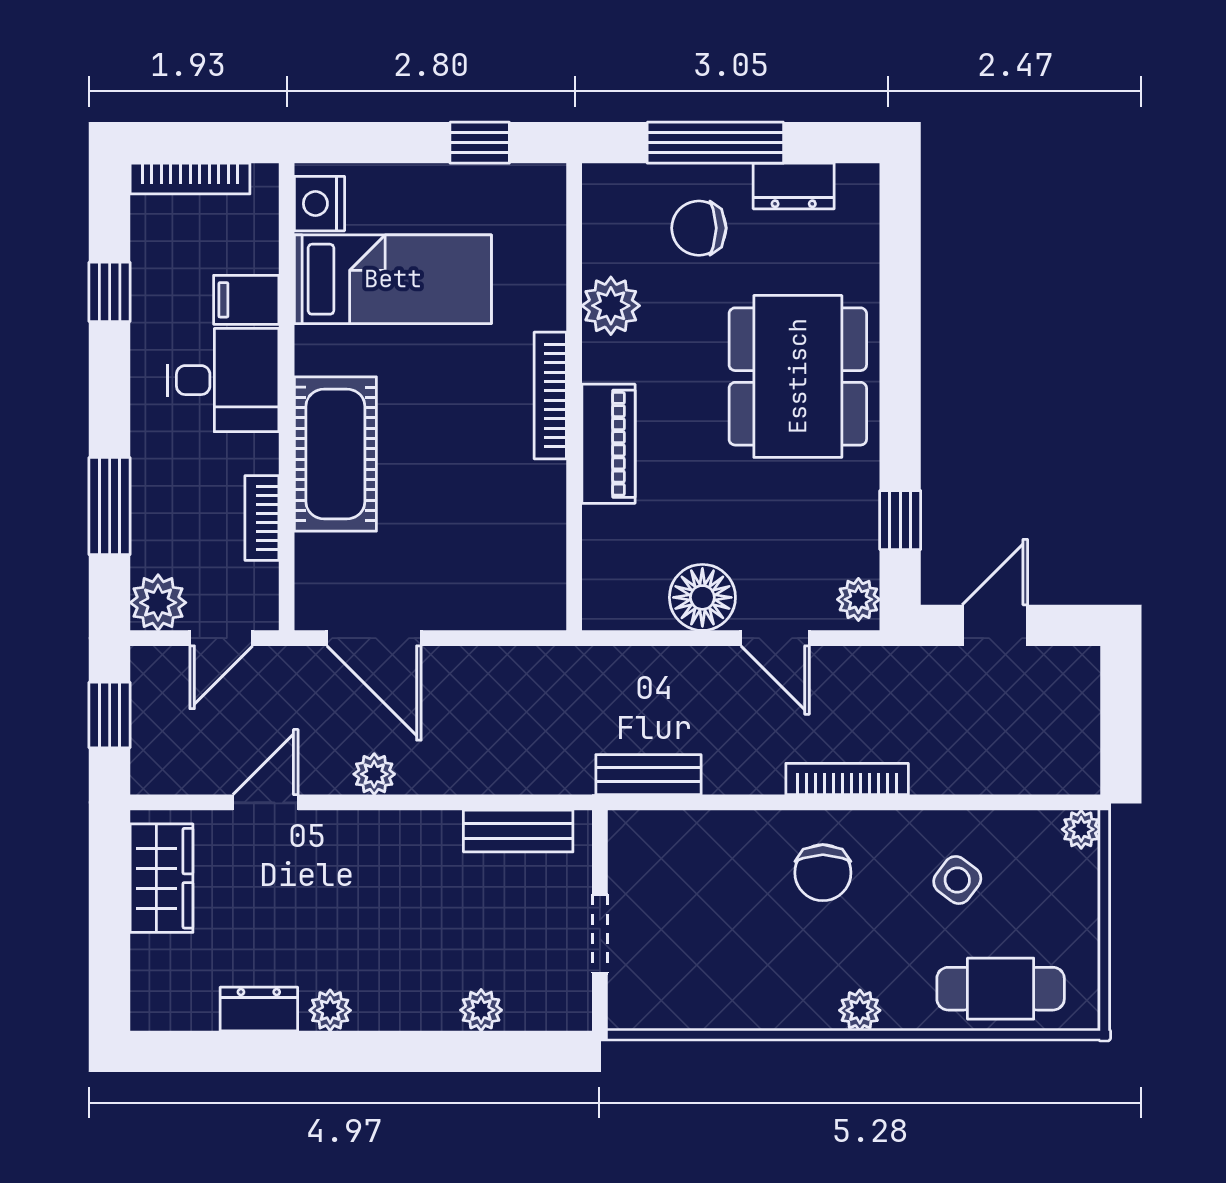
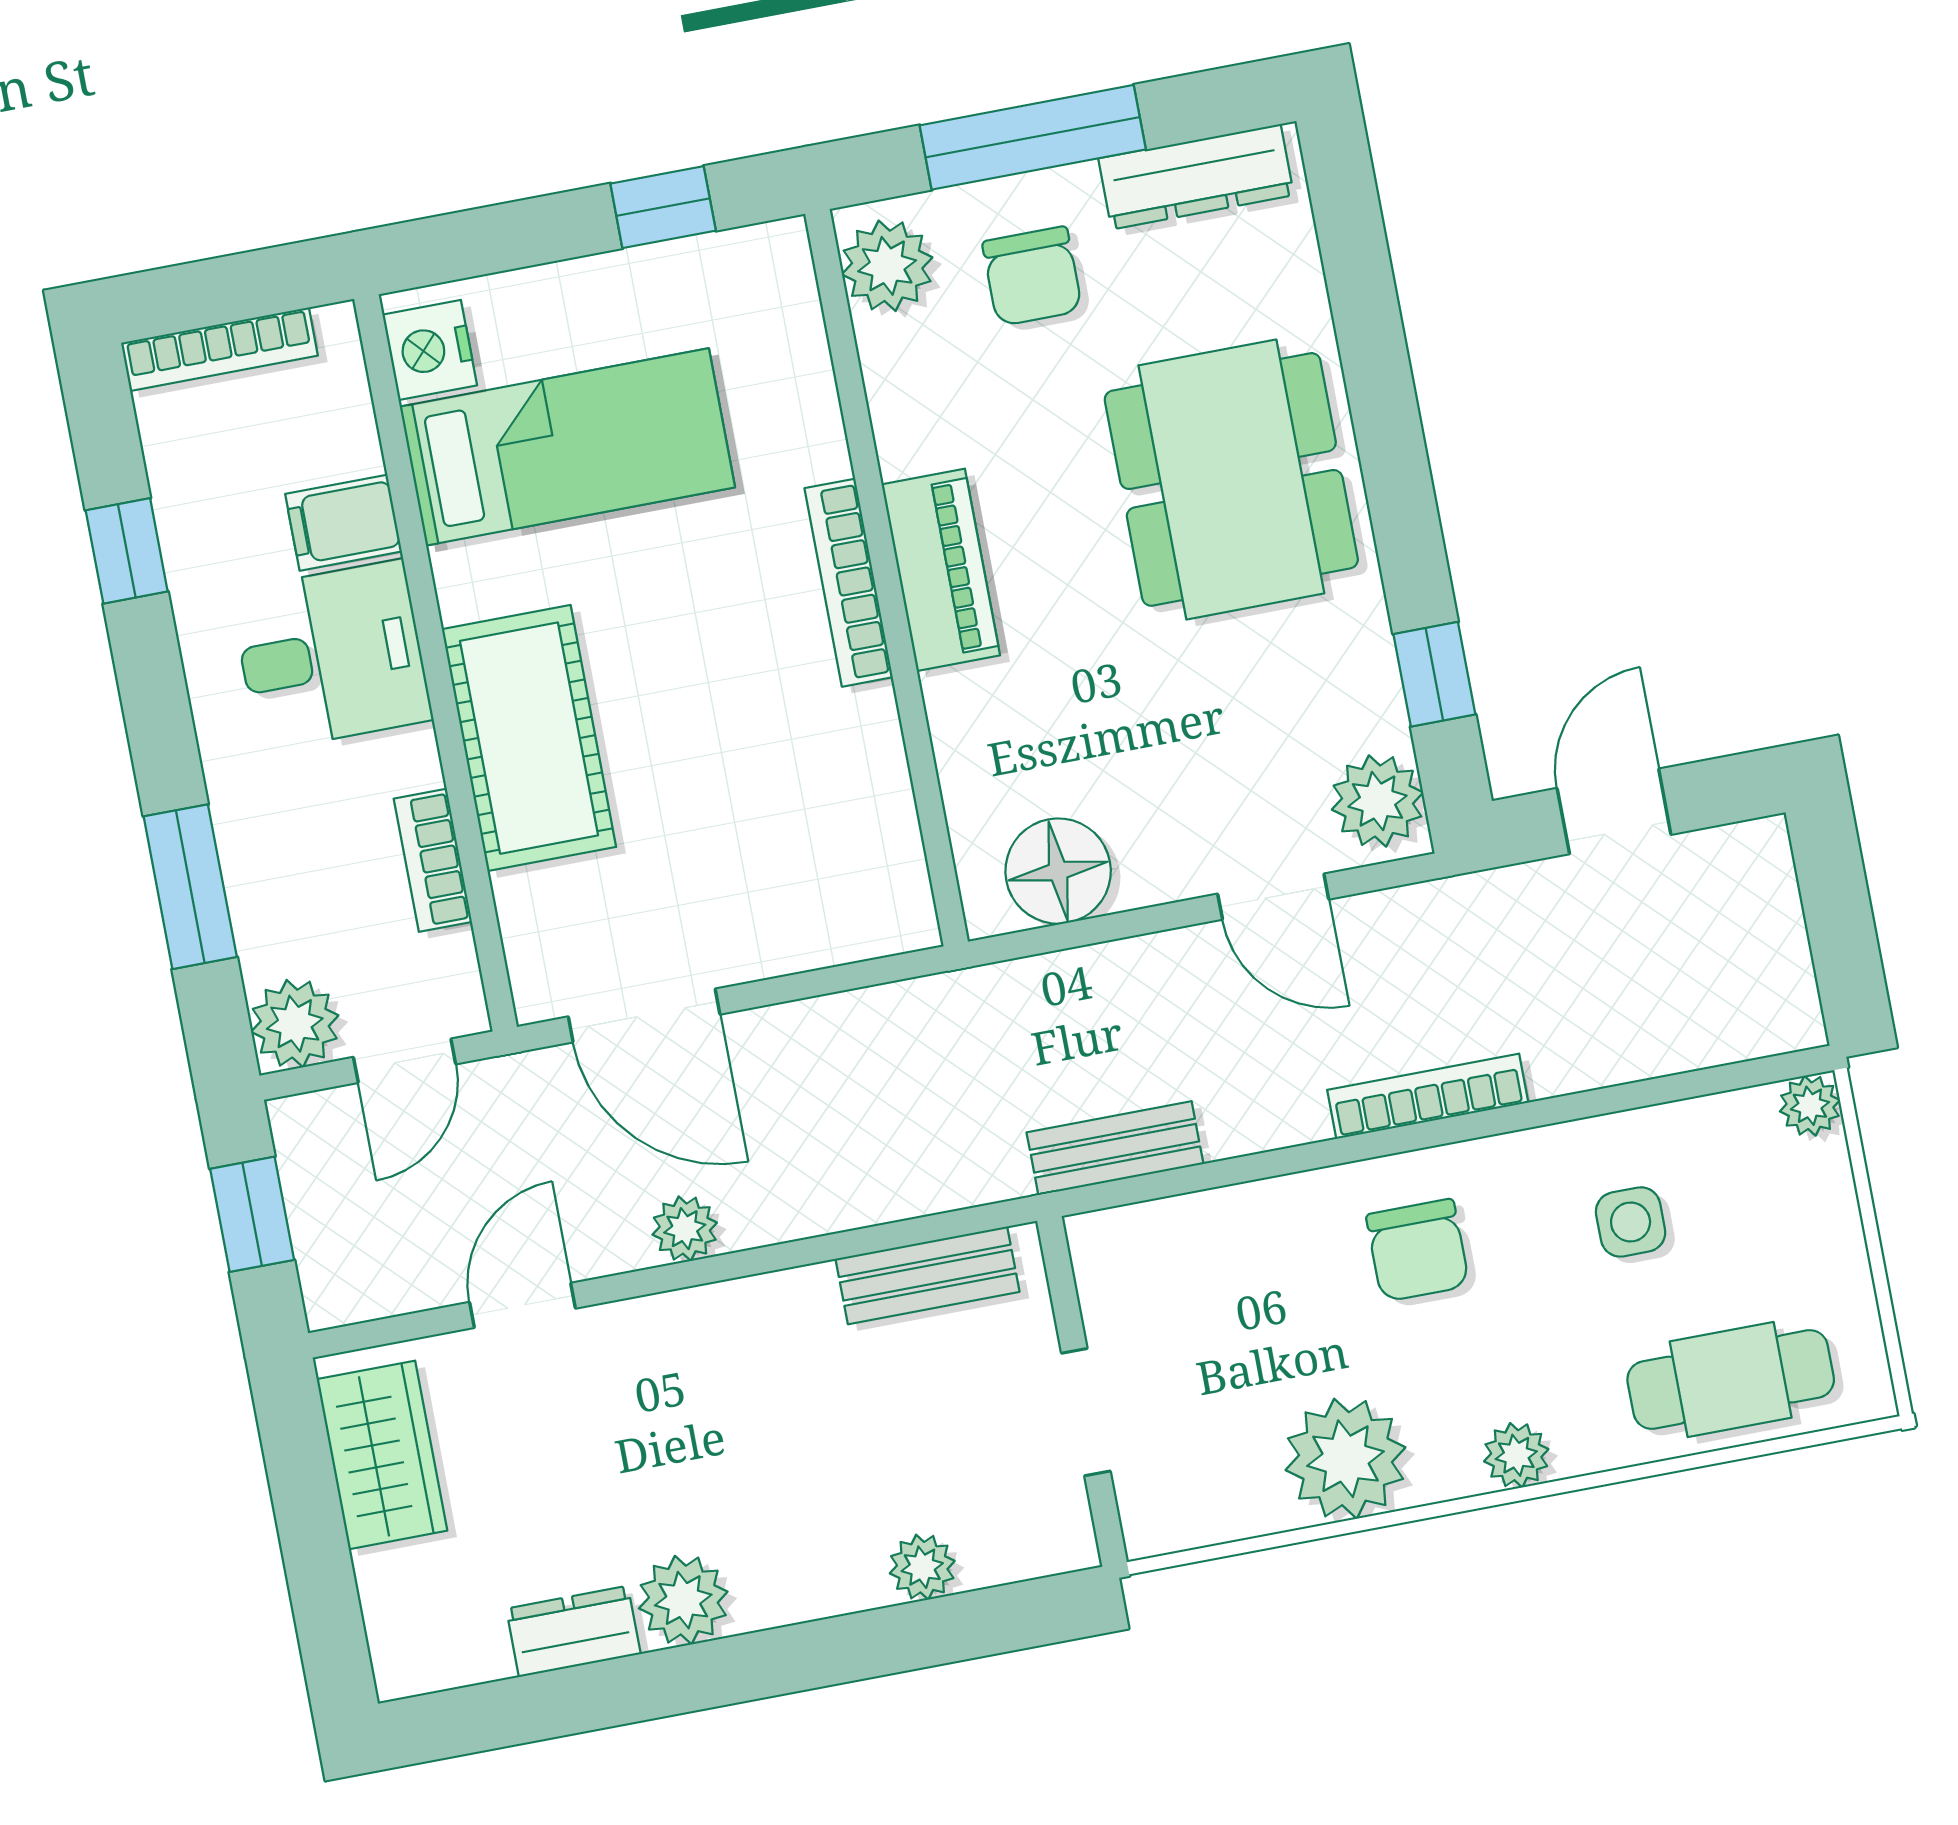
dresser: (794, 186) -> (1196, 177), width x1.44
chair: (699, 228) -> (1032, 276), turned -90
plant: (611, 306) -> (887, 266), moved
piano: (608, 444) -> (941, 570), moved
floor lamp: (702, 597) -> (1058, 871), moved
plant: (858, 599) -> (1377, 801), width x1.38, depth x1.38
side table: (957, 880) -> (1631, 1222), turned -37
plant: (754, 993) -> (1346, 1459), added
plant: (330, 1010) -> (683, 1600), width x1.38, depth x1.38

